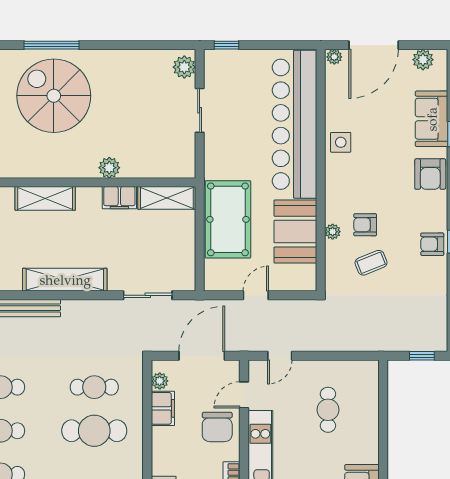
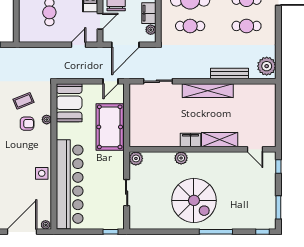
plant: (184, 67) -> (136, 158), moved
spiral stairs: (54, 96) -> (194, 200), moved
filing cabinet: (119, 198) -> (190, 140), moved
shelving: (167, 198) -> (146, 140), removed
booth: (295, 232) -> (69, 103), moved
door: (256, 295) -> (111, 81), moved

